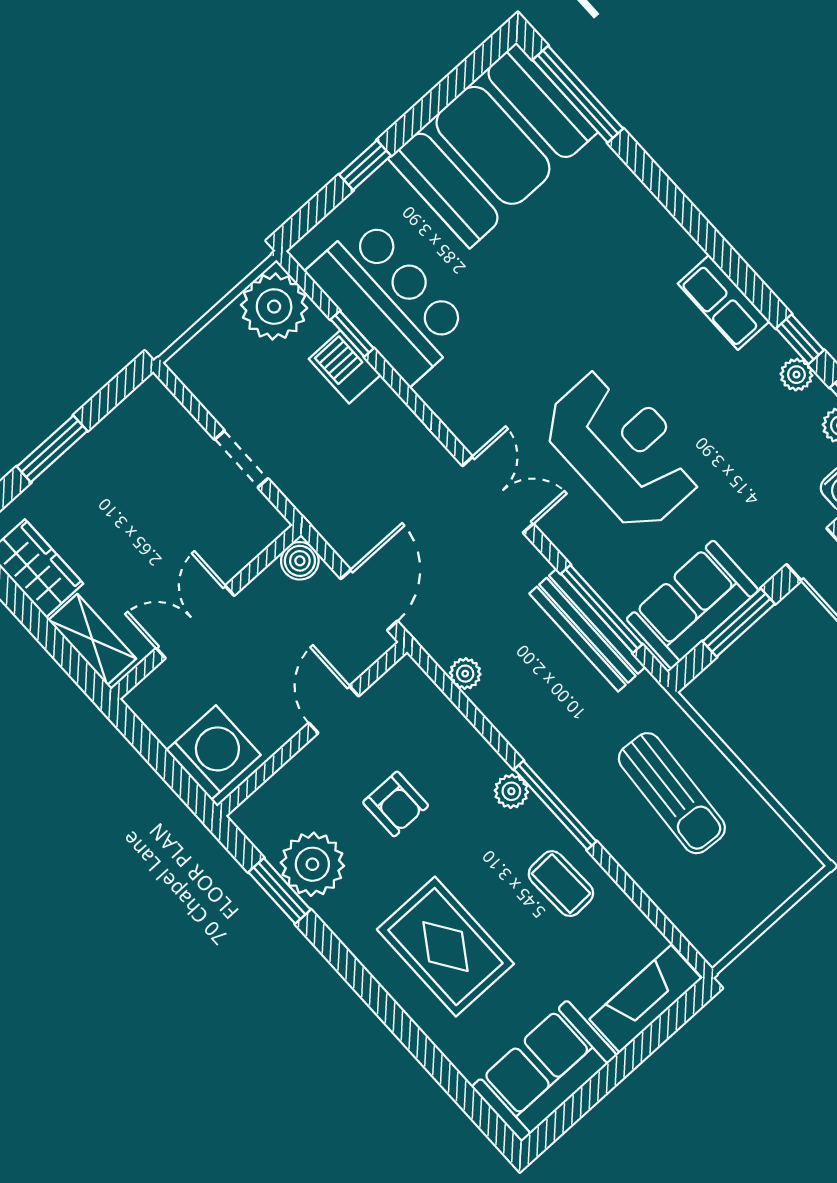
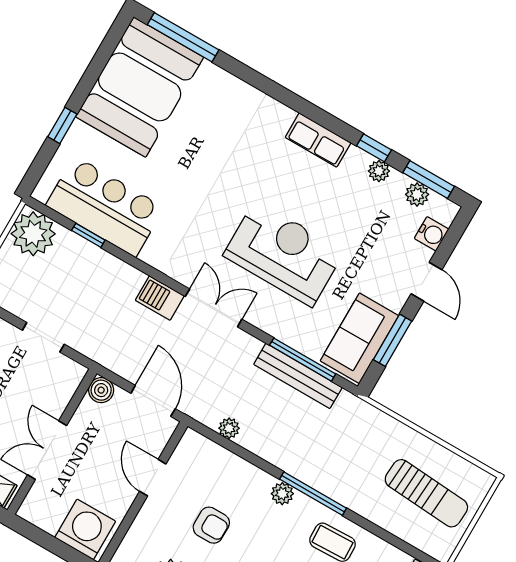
barbecue: (345, 367) -> (160, 298), moved
sun lounger: (672, 793) -> (426, 493), moved

